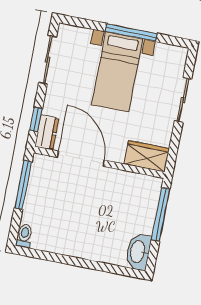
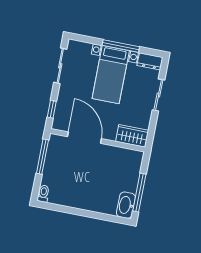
dresser: (47, 132) -> (150, 61), moved, turned 90
window: (161, 214) -> (139, 193), moved

